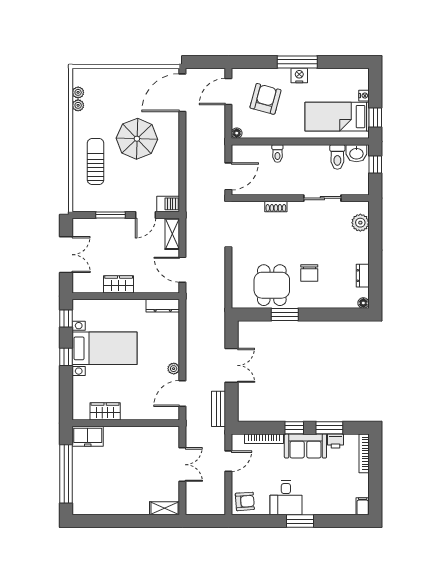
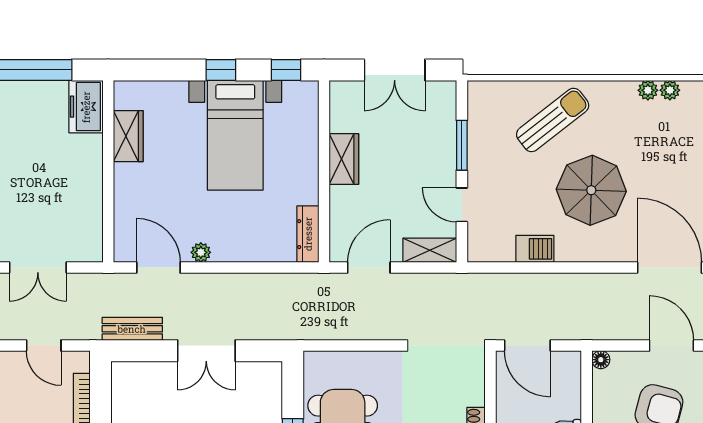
sun lounger: (96, 162) -> (553, 120), turned -38
barbecue: (168, 204) -> (535, 249), moved, turned -90

